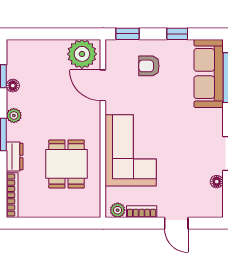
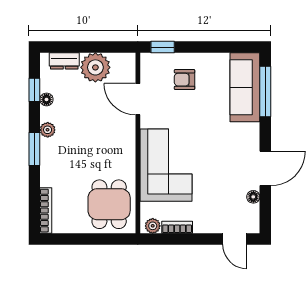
window: (177, 34) -> (213, 47), removed
plant: (82, 54) -> (95, 67), moved
dresser: (15, 157) -> (64, 61), moved, turned 90
dining table: (66, 164) -> (109, 204), moved
door: (176, 223) -> (235, 239), moved

